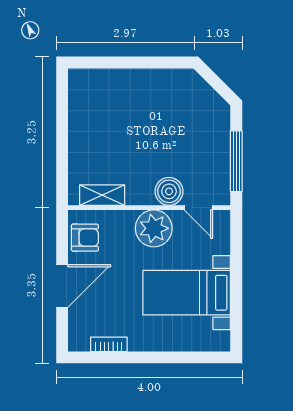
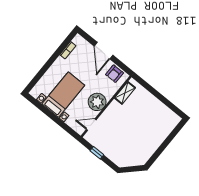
window: (236, 161) -> (97, 153), width x0.46
boiler: (169, 191) -> (106, 119), removed

